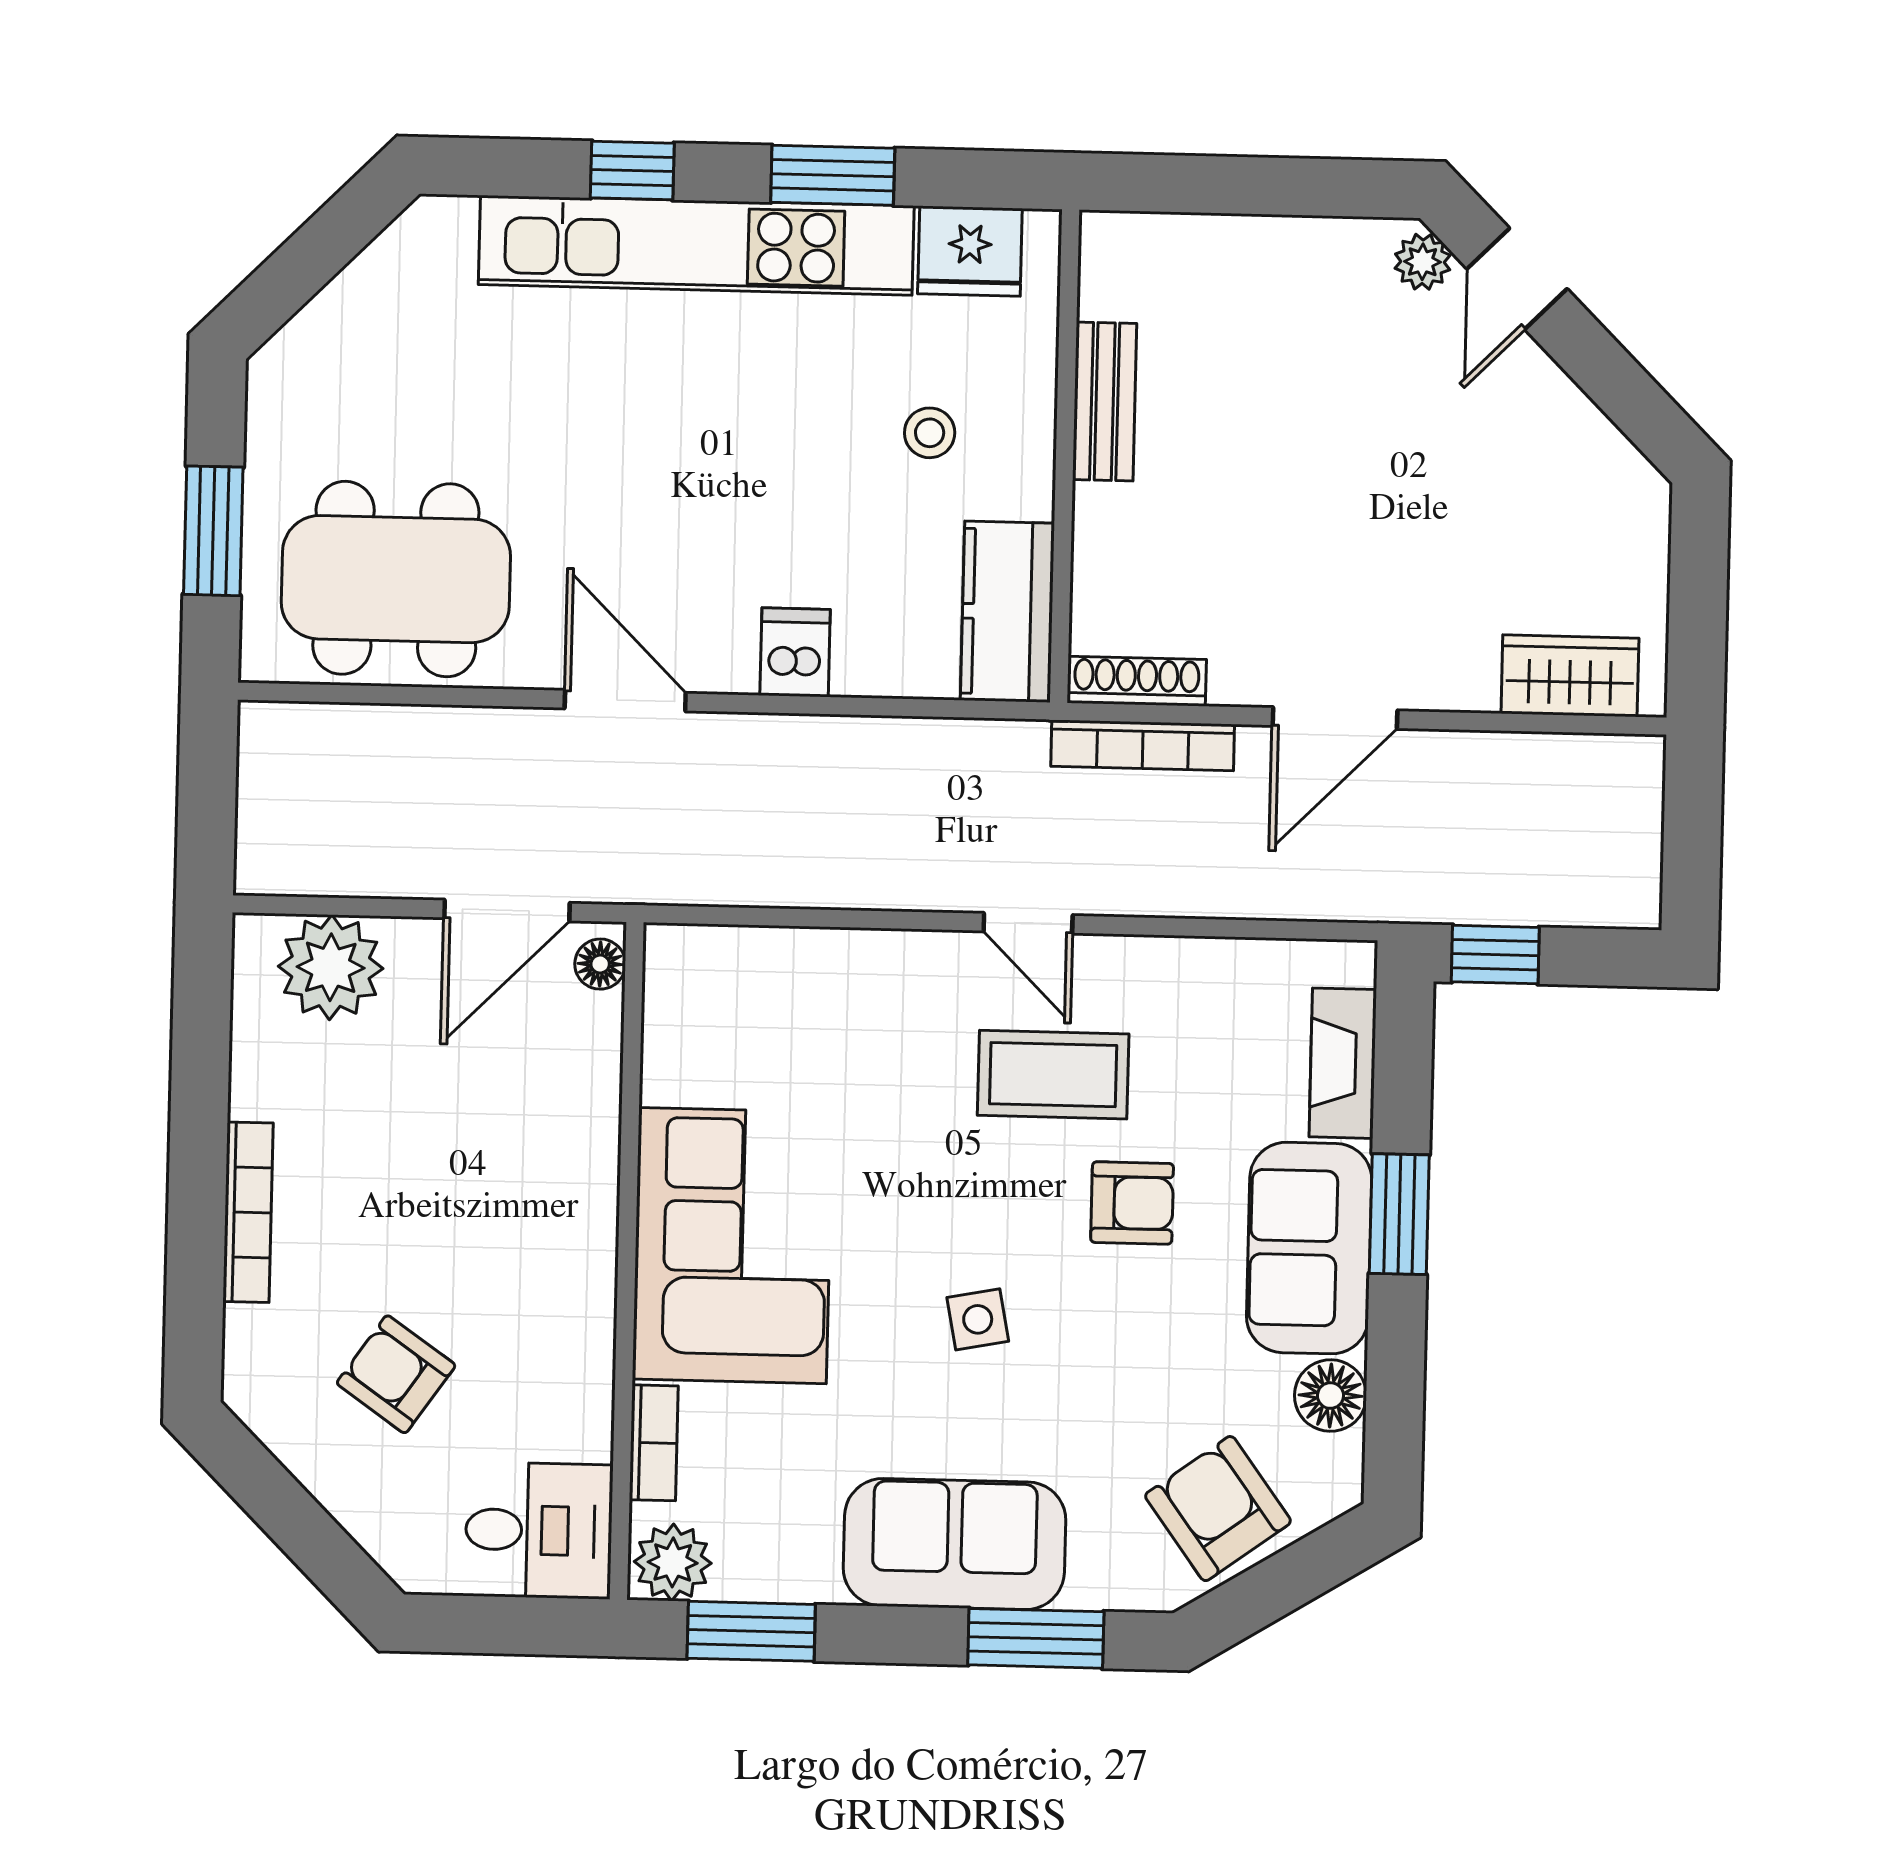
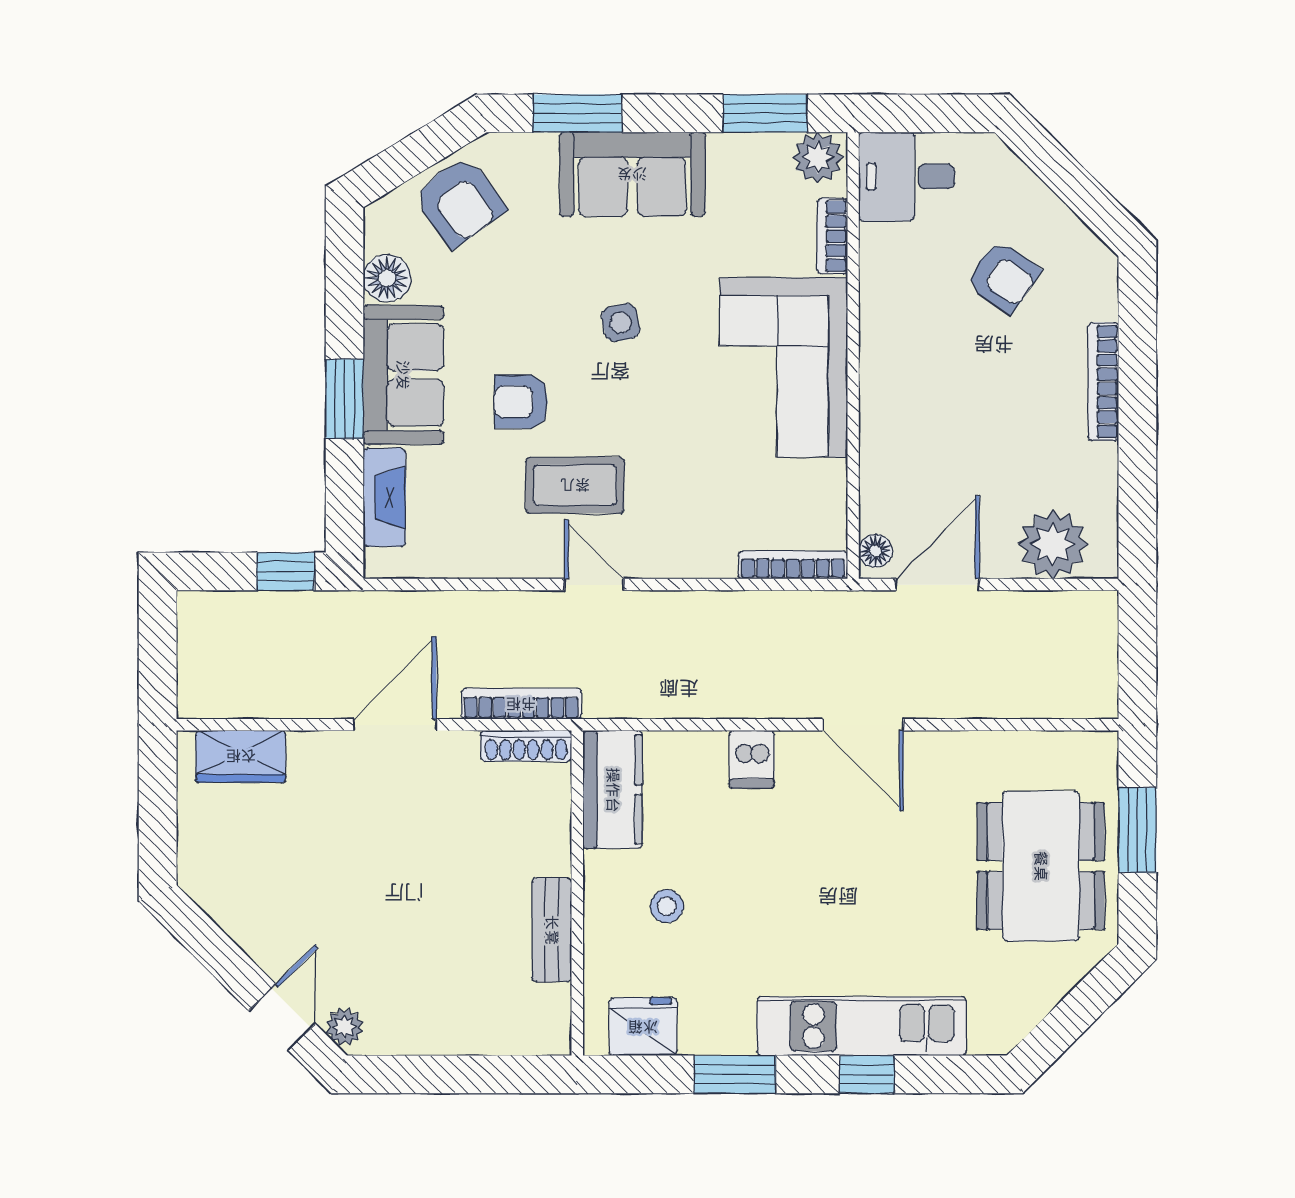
kitchen unit: (696, 245) -> (862, 1026), width x0.73
dining table: (396, 579) -> (1041, 866), moved, turned 90
bookcase: (726, 946) -> (793, 565), added

